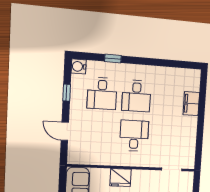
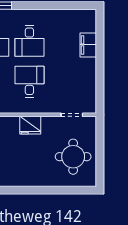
fridge: (121, 178) -> (30, 125), moved

